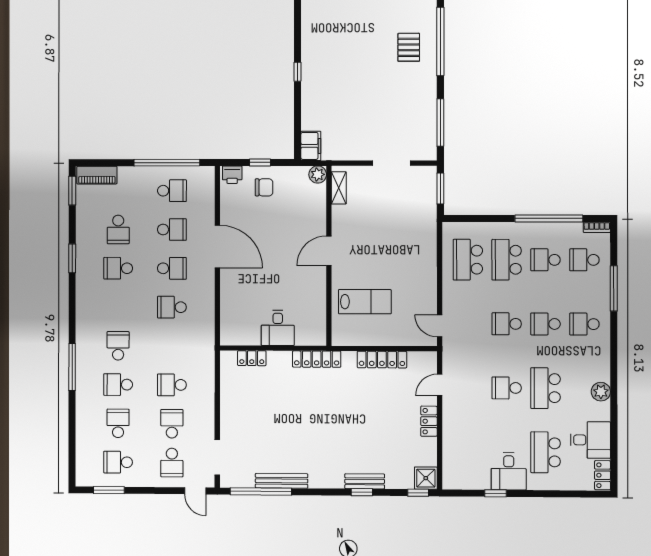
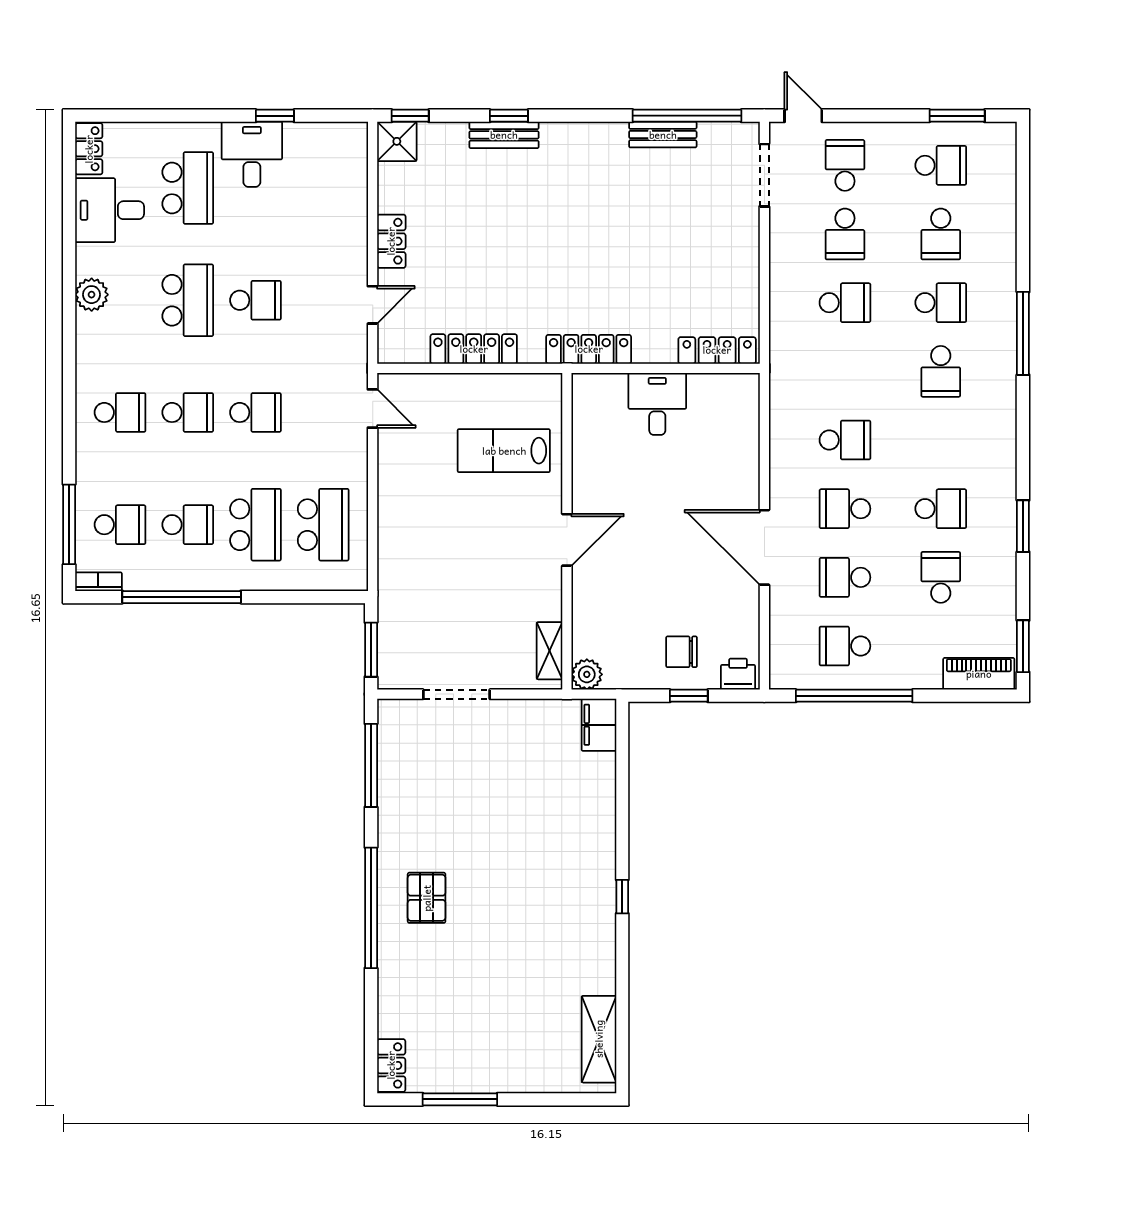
window: (298, 72) -> (622, 897), moved
window: (614, 288) -> (69, 524), moved
locker: (252, 358) -> (717, 350), width x1.53
bench: (282, 481) -> (663, 135), width x0.73

